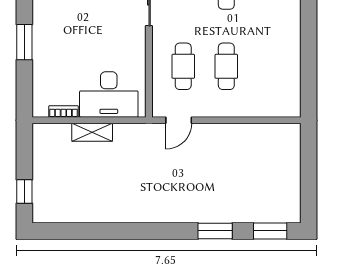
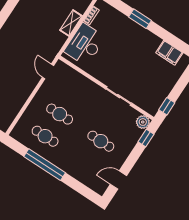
window: (309, 42) -> (45, 165), added
cafe table: (183, 66) -> (45, 136), moved

